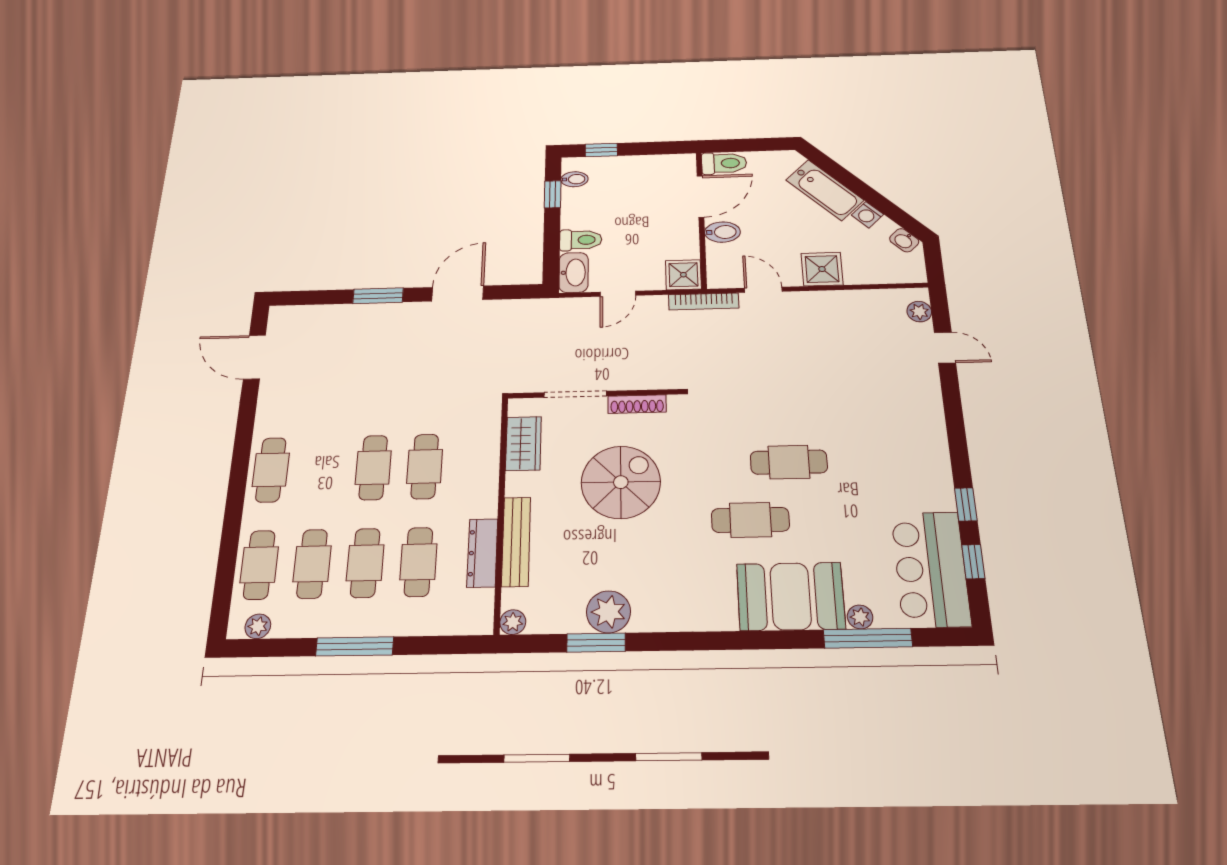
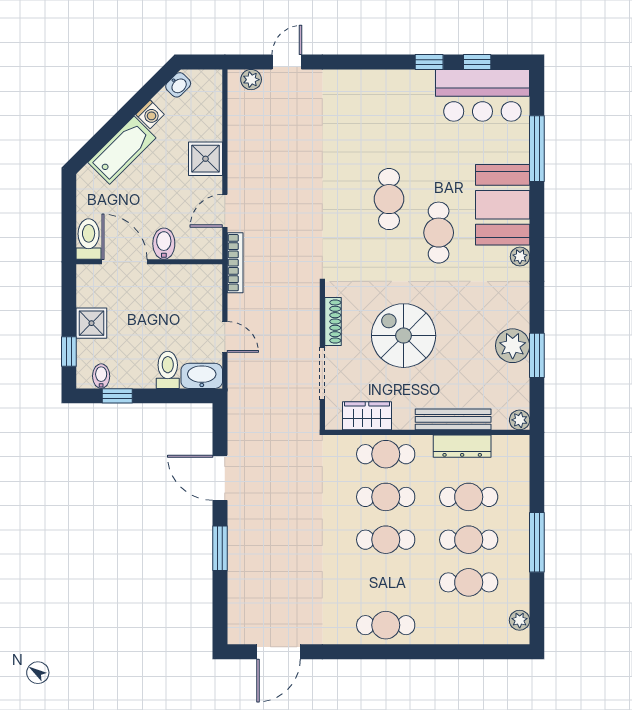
shower: (683, 275) -> (91, 323), moved
cafe table: (259, 565) -> (386, 454), moved
plant: (860, 617) -> (520, 257), moved

